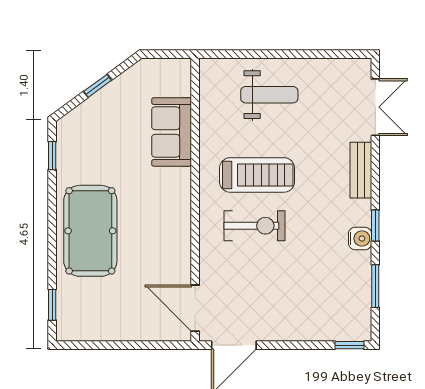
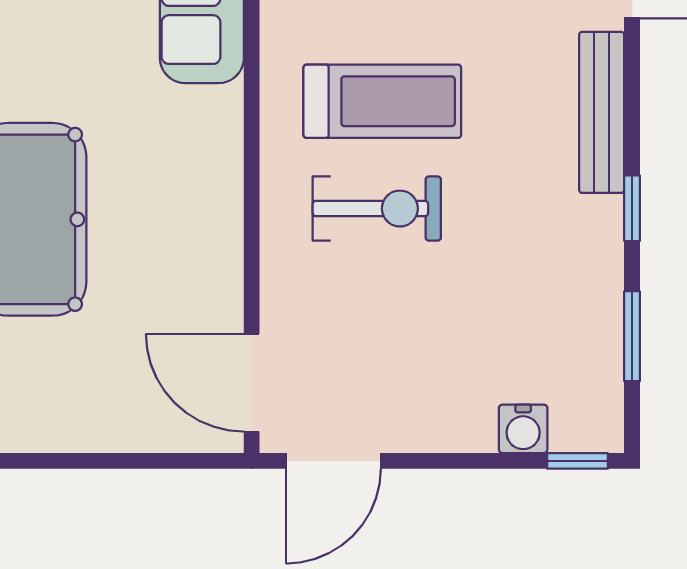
bench: (361, 170) -> (602, 112), width x1.36
water cooler: (360, 239) -> (523, 429), moved, turned 90

